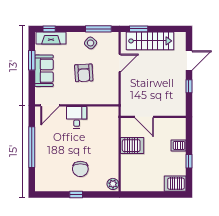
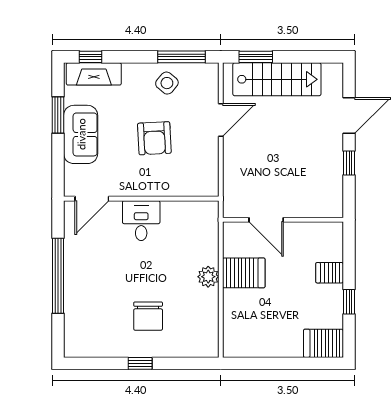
plant: (113, 184) -> (208, 277), moved

